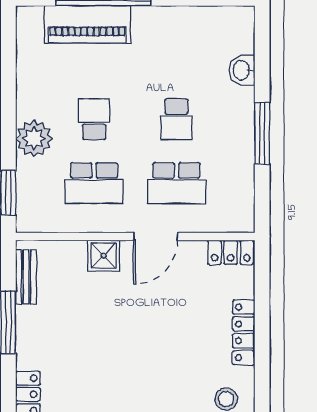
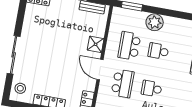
school desk: (94, 119) -> (158, 51), turned 180
school desk: (176, 183) -> (123, 83), turned 180

